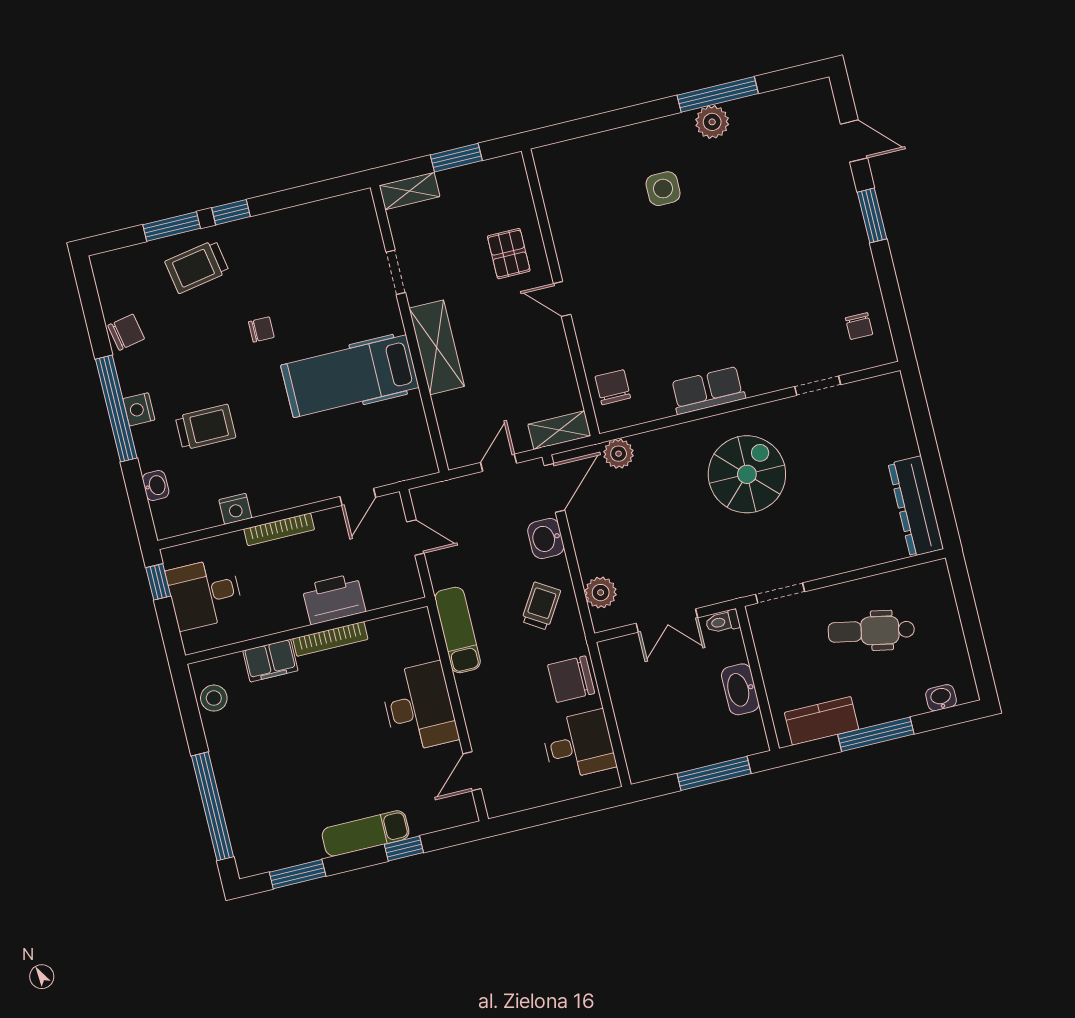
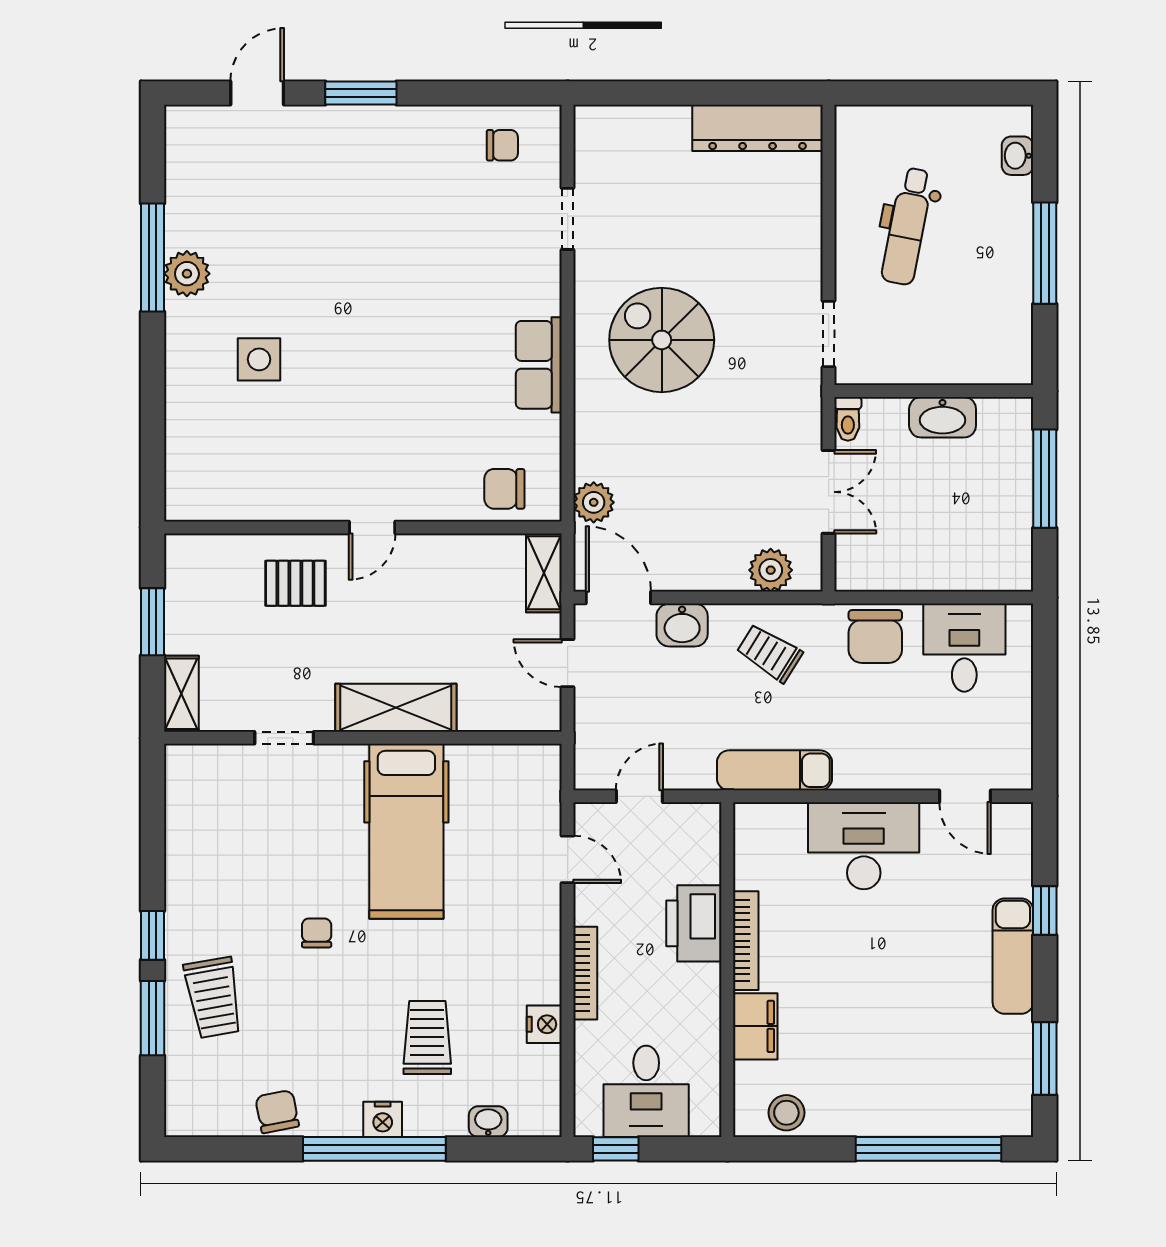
kitchen counter: (822, 721) -> (1010, 320), removed

